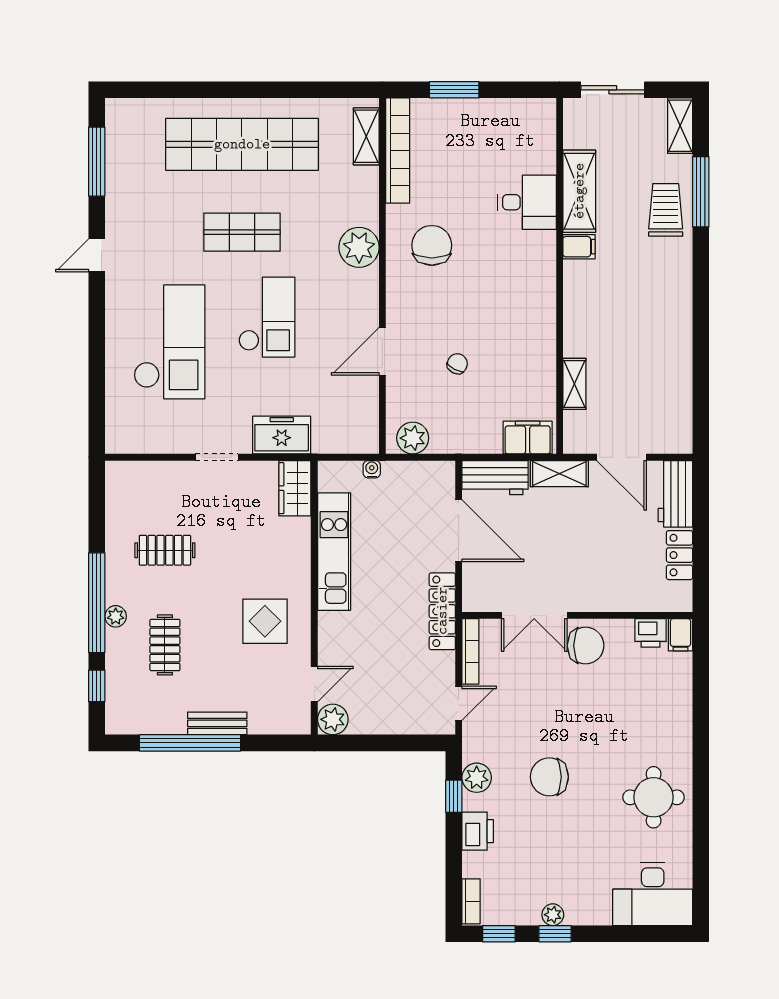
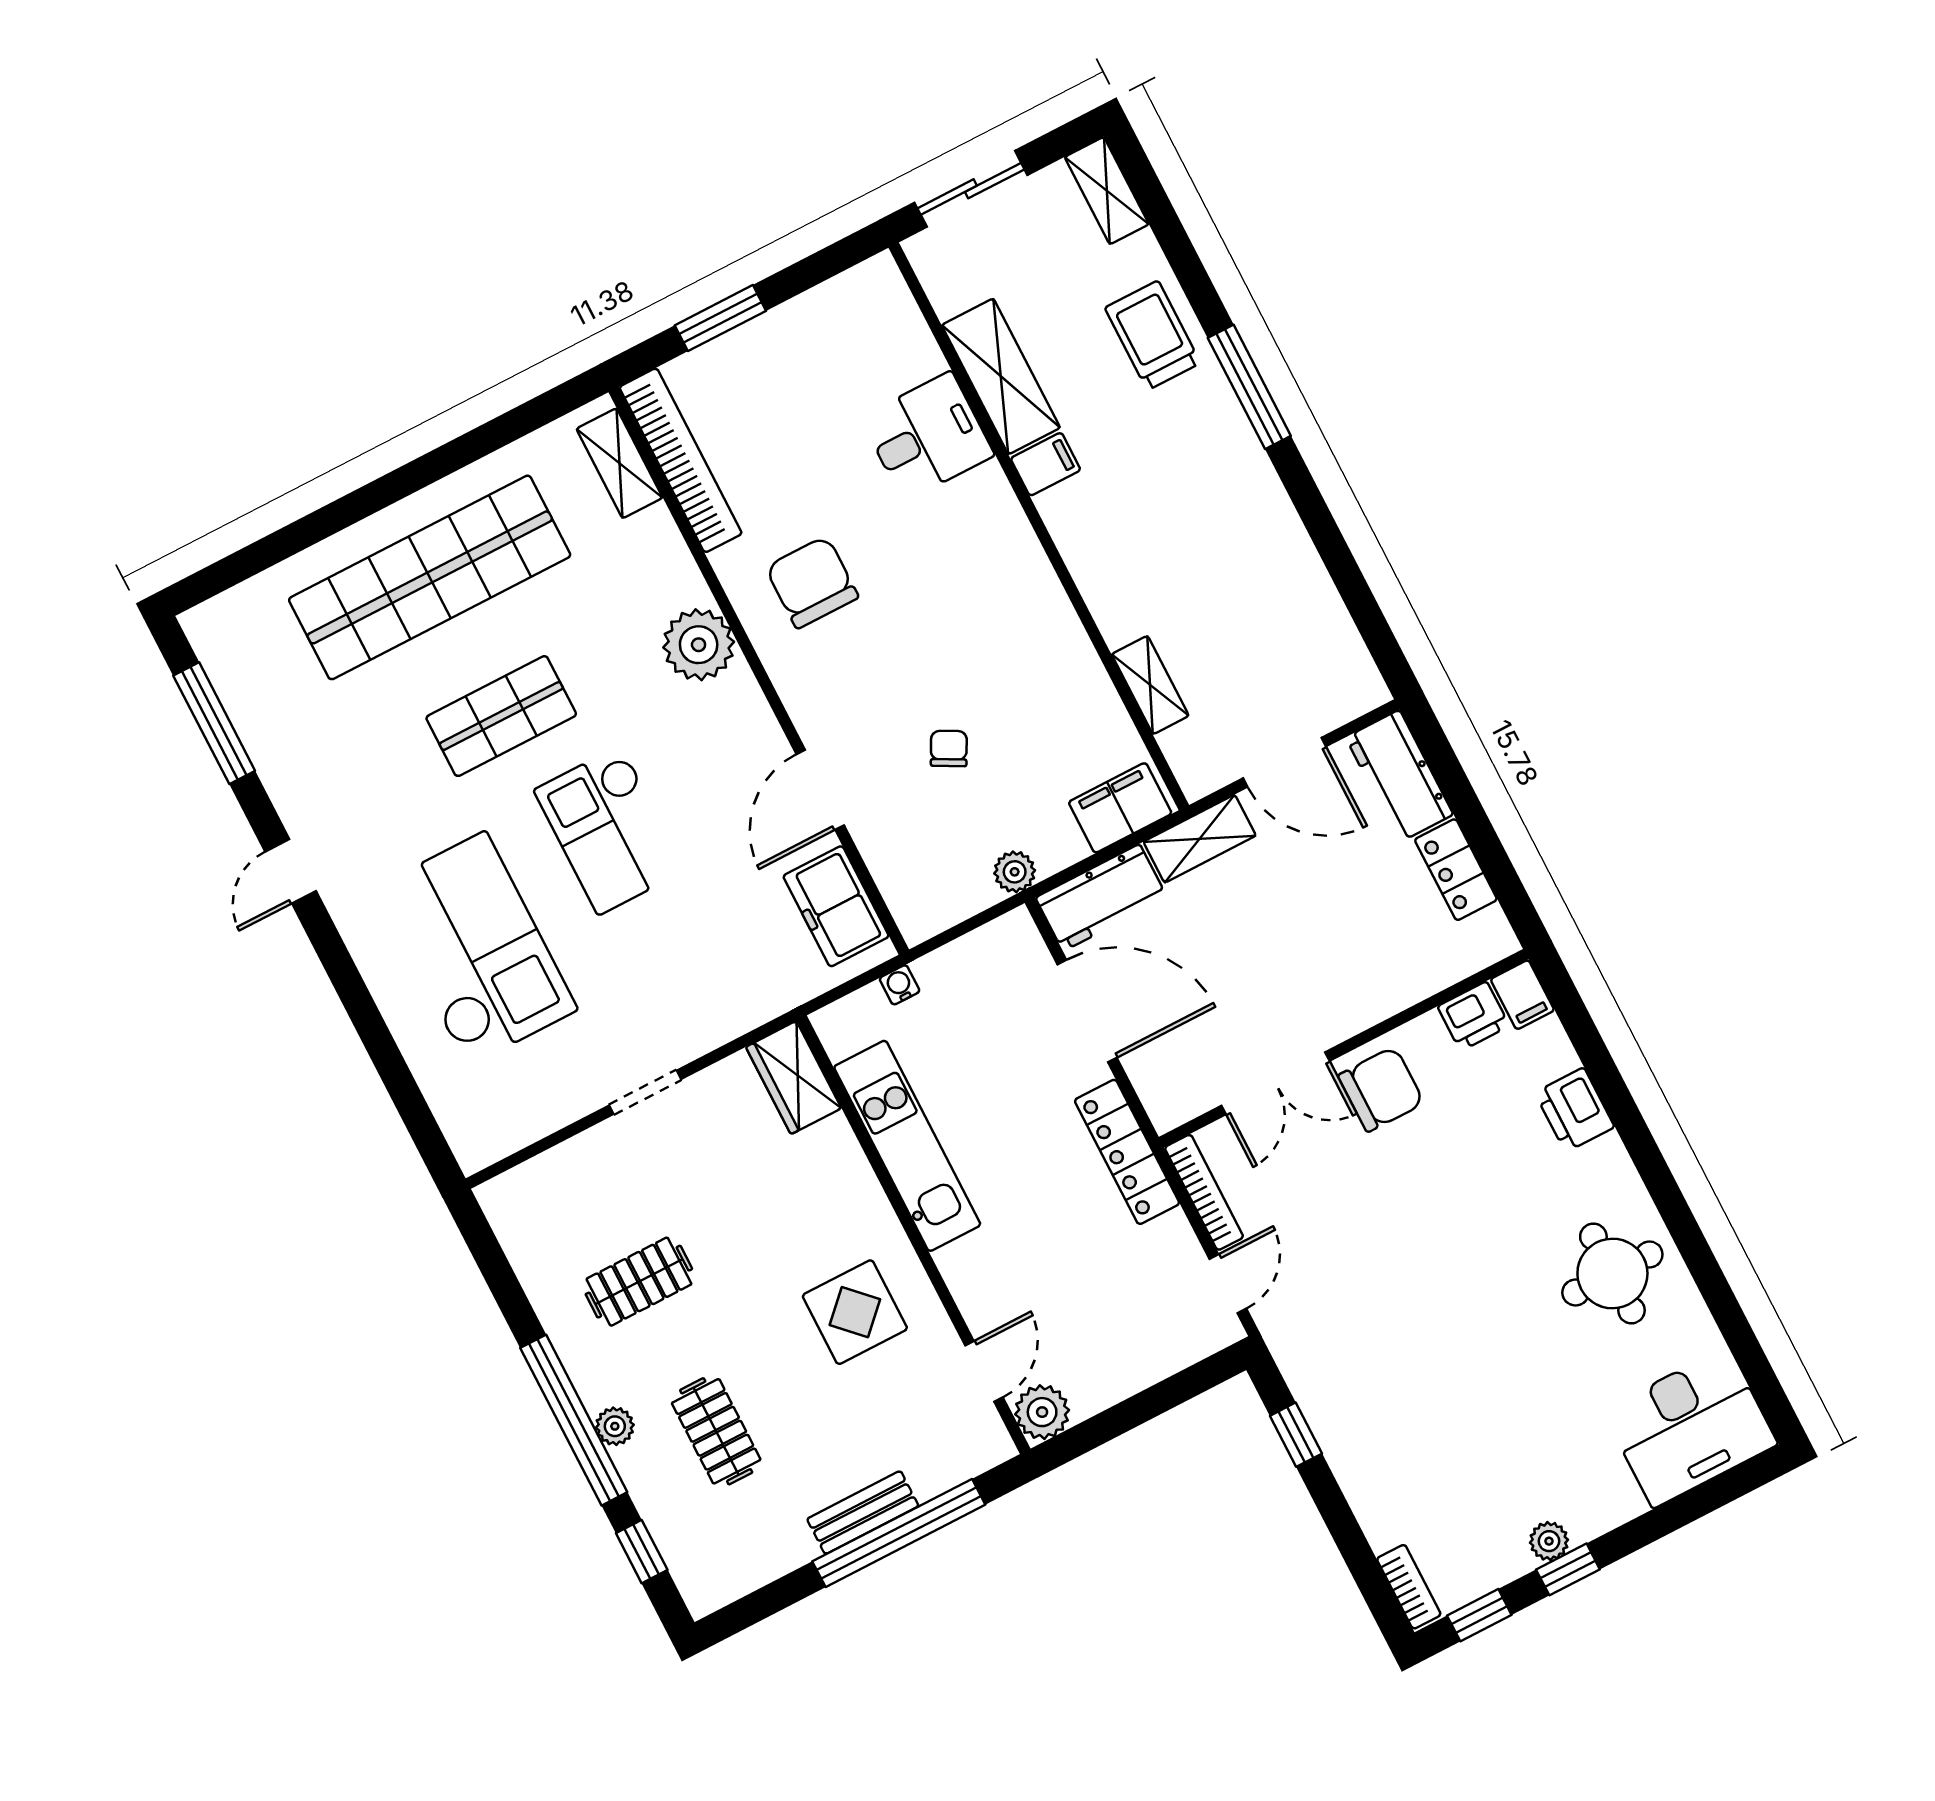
window: (701, 192) -> (1249, 387), moved
checkout: (267, 317) -> (610, 830), turned 180
freezer: (282, 435) -> (836, 906), moved, turned -90
plant: (413, 438) -> (1015, 872), moved, width x0.73, depth x0.73
window: (190, 743) -> (899, 1533), moved
chair: (549, 777) -> (1431, 1326), removed
plant: (477, 778) -> (1317, 1387), removed
printer: (478, 831) -> (1575, 1110), moved, turned 180

